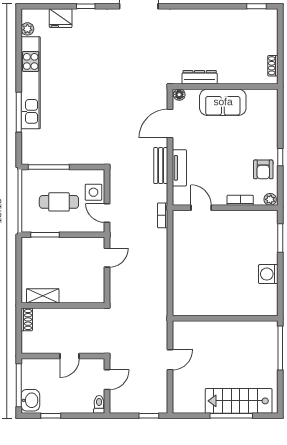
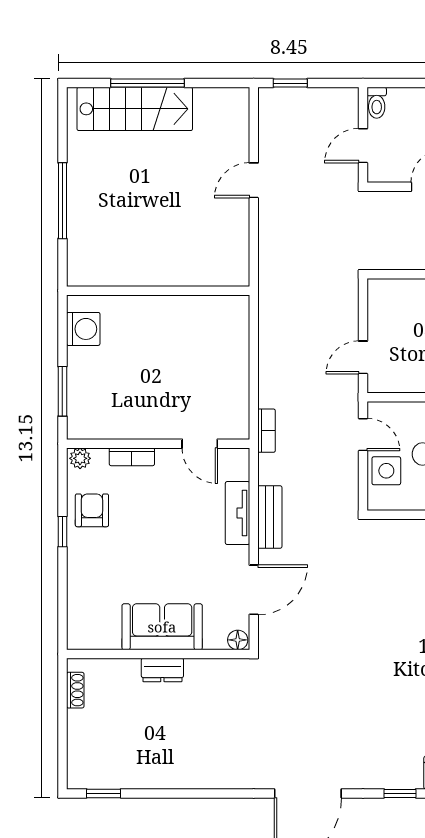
dresser: (200, 77) -> (162, 670), moved, width x0.70
wall: (225, 318) -> (158, 291), moved

